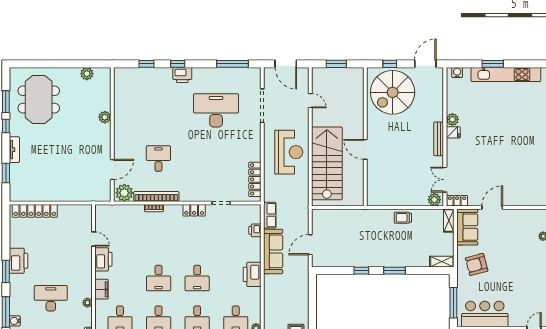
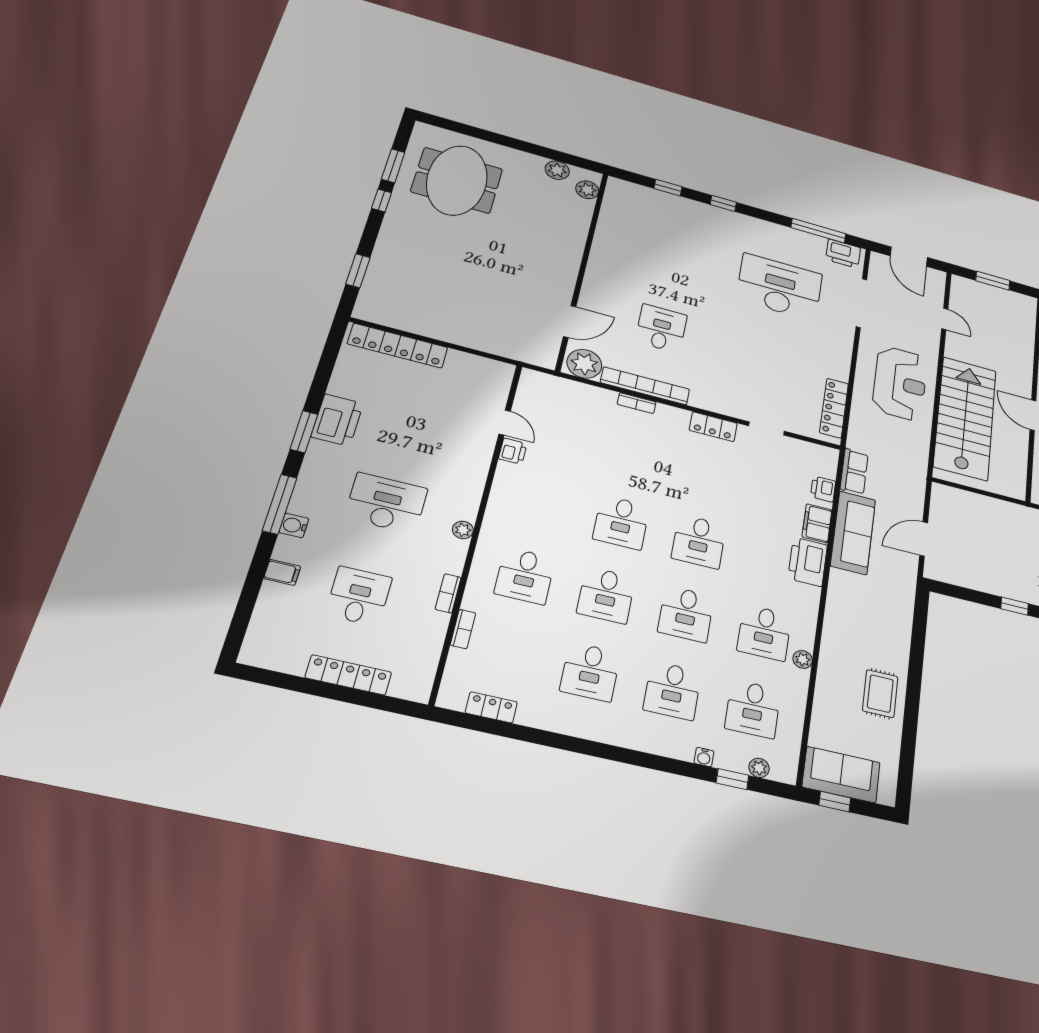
printer: (182, 75) -> (843, 254), moved
plant: (105, 117) -> (587, 190), moved
tv unit: (14, 150) -> (387, 240), removed
printer: (103, 259) -> (513, 451), width x0.53, depth x0.68
filing cabinet: (102, 289) -> (817, 523), moved, turned 180

